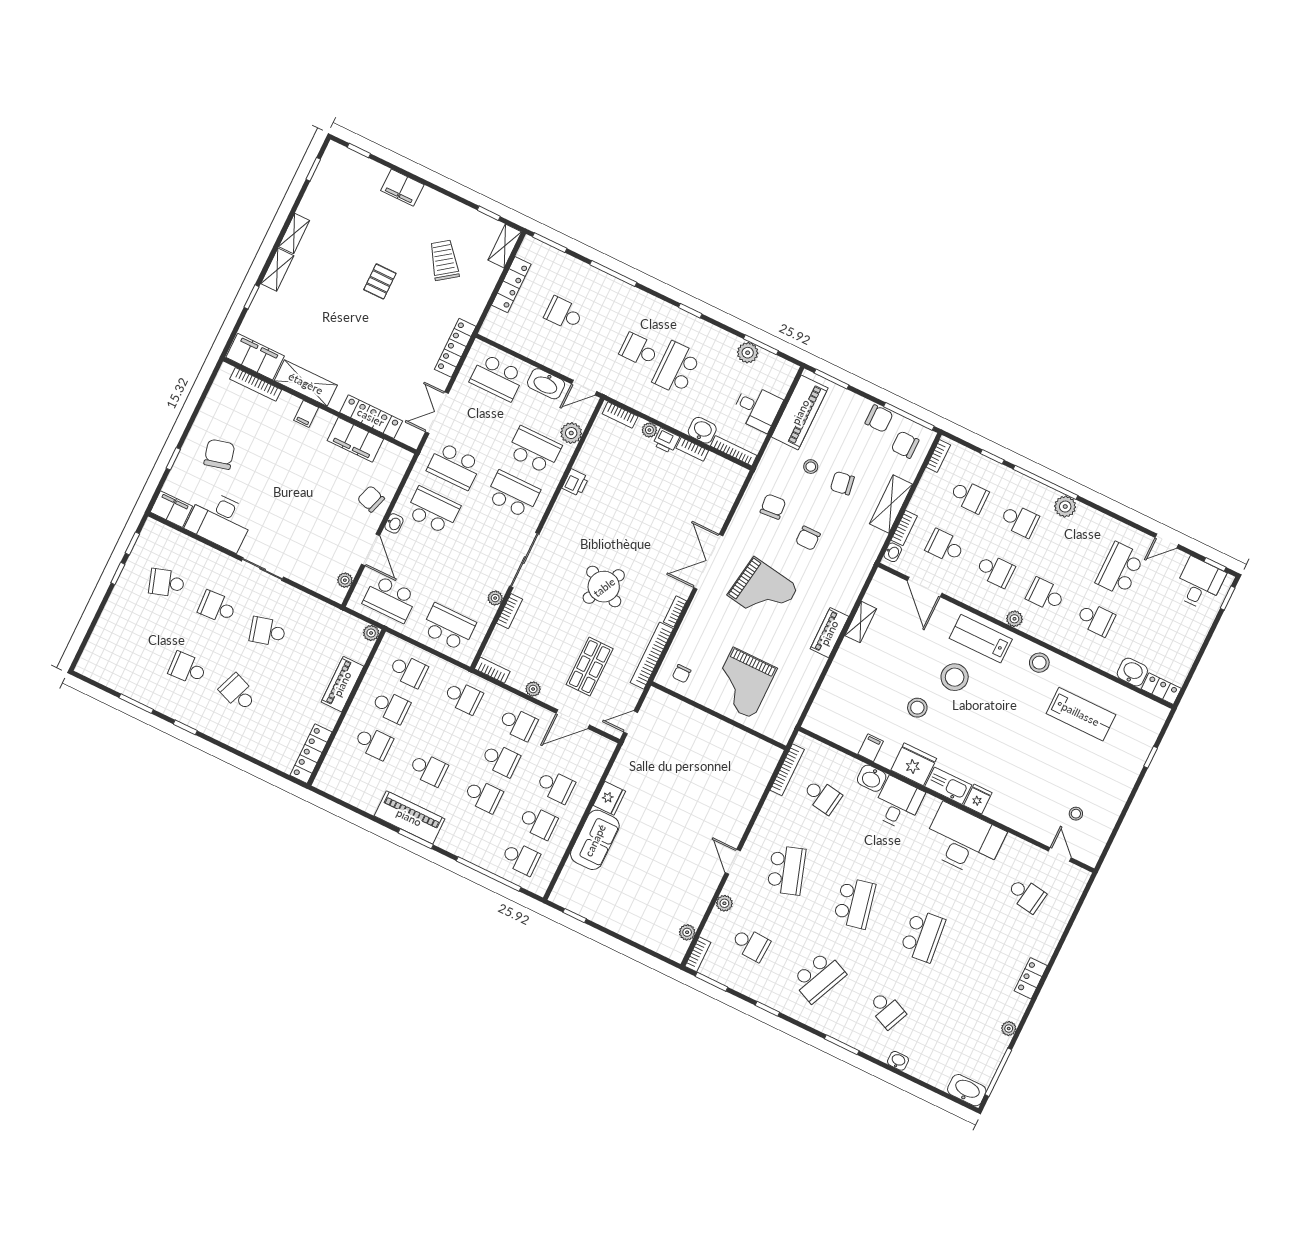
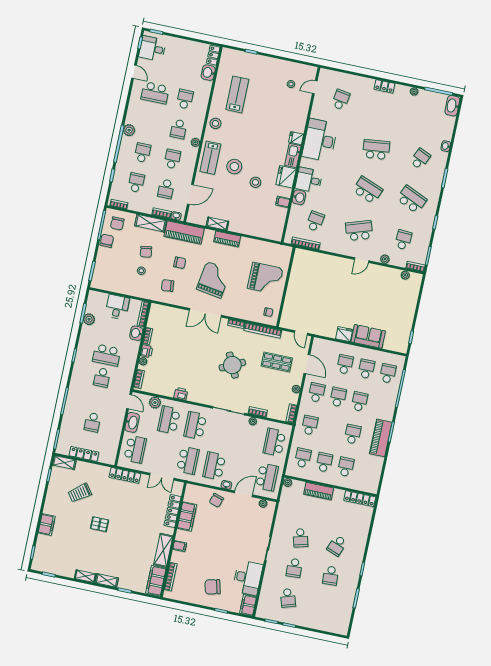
piano: (800, 412) -> (184, 232), moved, turned 180
round table: (604, 587) -> (232, 365), turned 37
school desk: (854, 903) -> (368, 190), turned 33

